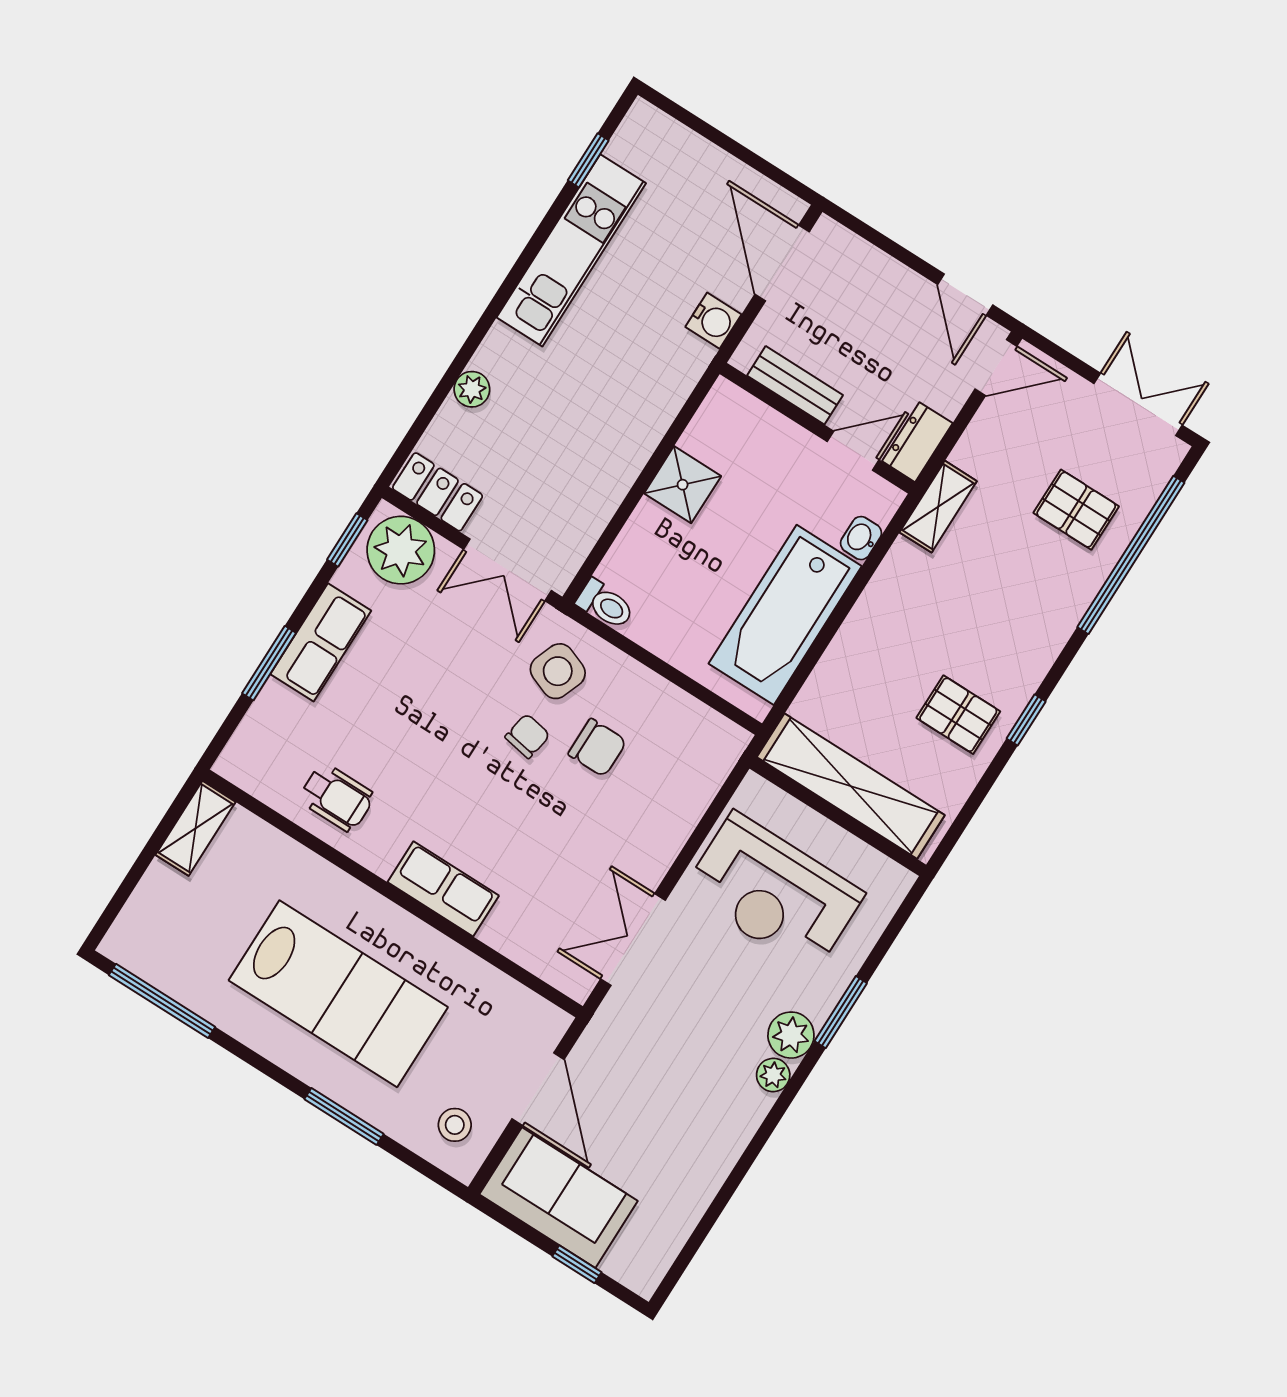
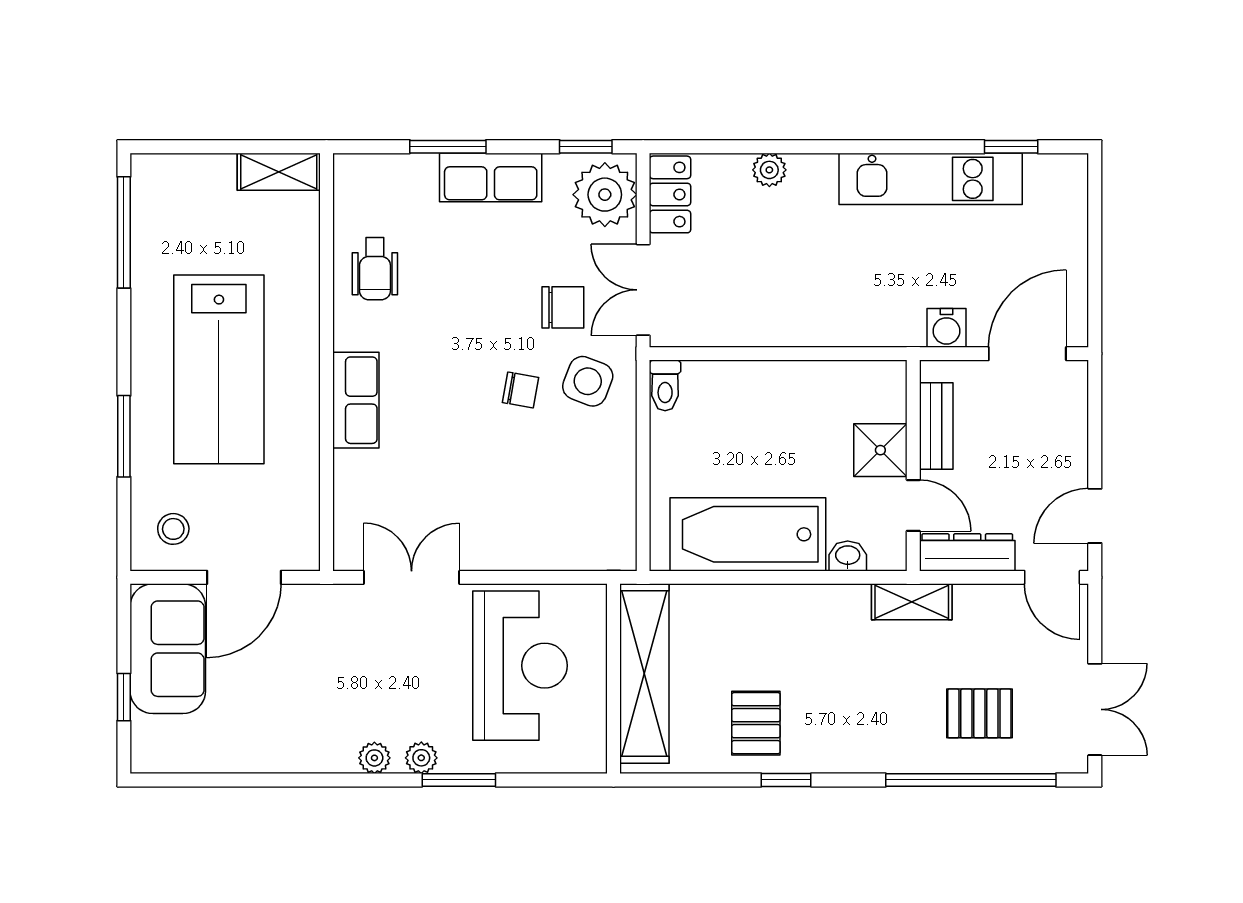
dresser: (917, 442) -> (967, 552), width x1.44
shower: (683, 485) -> (880, 450), moved
pallet: (1076, 510) -> (979, 713), turned 90
chair: (597, 748) -> (563, 307), moved, turned -90
reception desk: (773, 893) -> (520, 666), turned 180
plant: (791, 1035) -> (421, 758), width x0.73, depth x0.73

